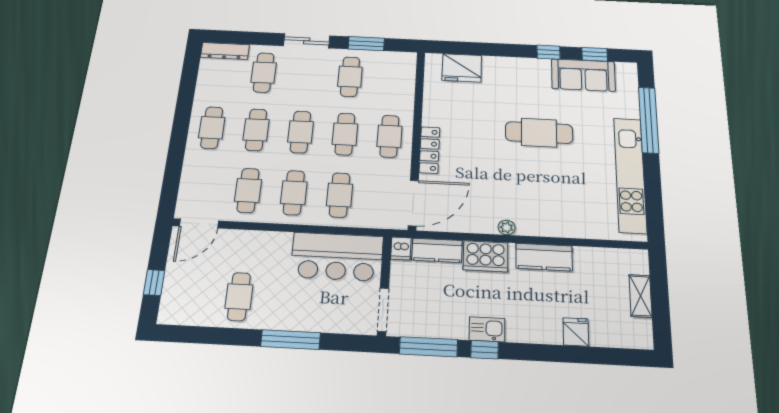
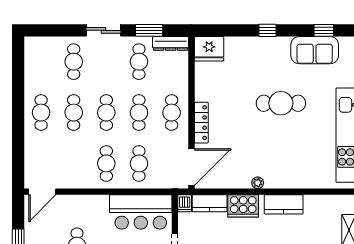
dresser: (225, 51) -> (171, 43), moved
window: (548, 52) -> (267, 30), moved
fridge: (462, 68) -> (209, 49), moved
cafe table: (248, 190) -> (74, 163), removed

